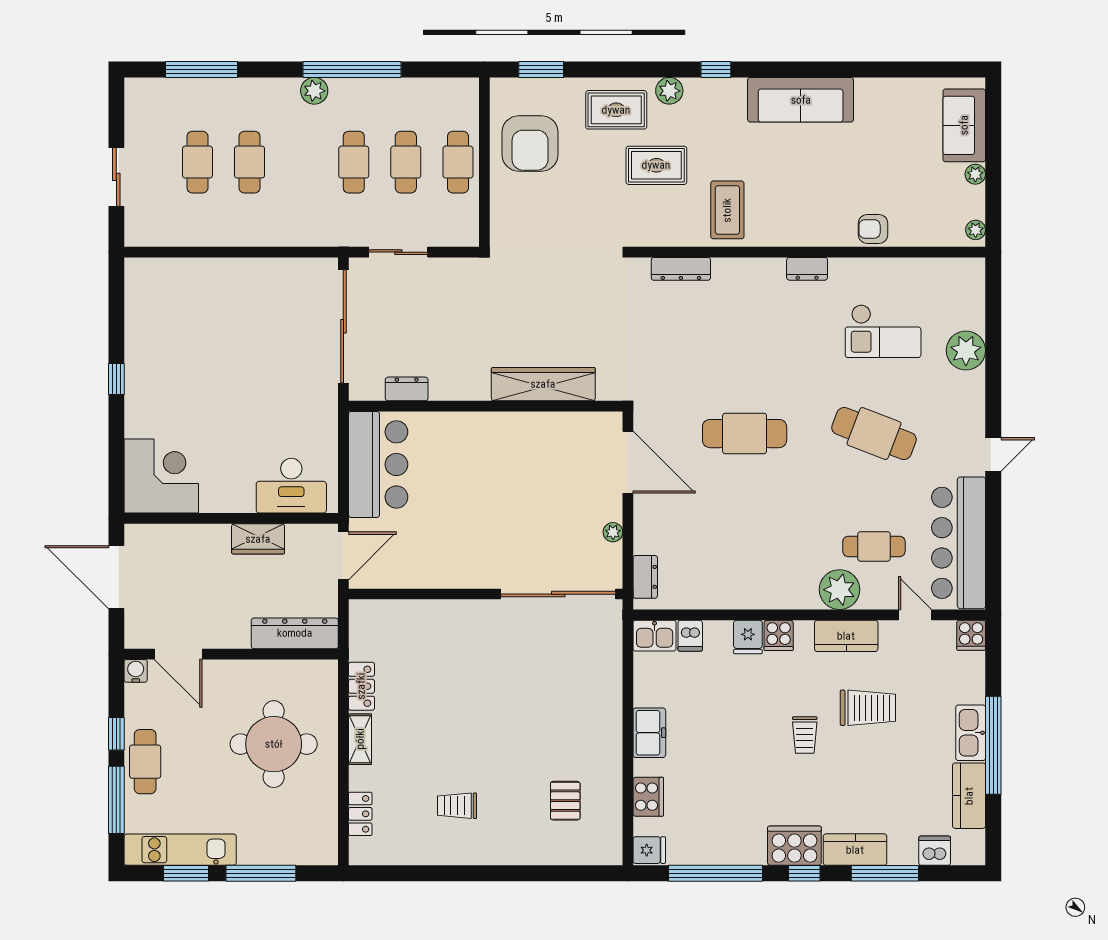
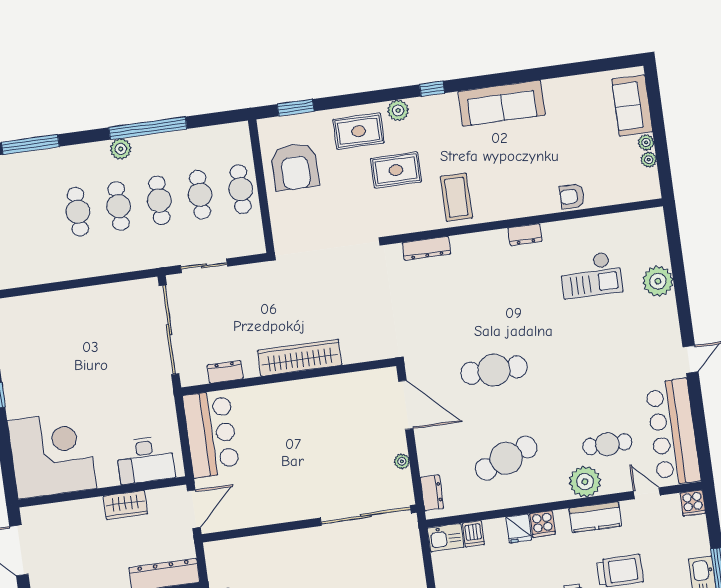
cafe table: (197, 162) -> (119, 206), moved
plant: (976, 230) -> (649, 160), moved
wardrobe: (543, 384) -> (300, 358), moved
cafe table: (874, 434) -> (506, 458), moved, turned -42
corner desk: (161, 476) -> (52, 455), width x1.36, depth x1.36

